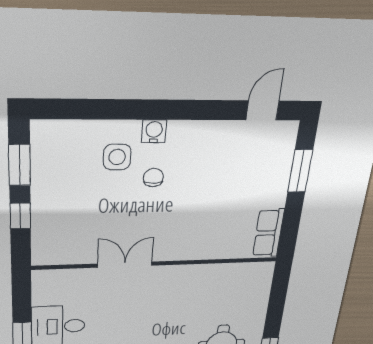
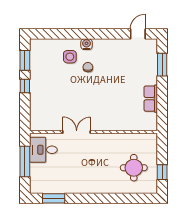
wall: (158, 263) -> (94, 132), moved
double door: (125, 265) -> (77, 132), moved

